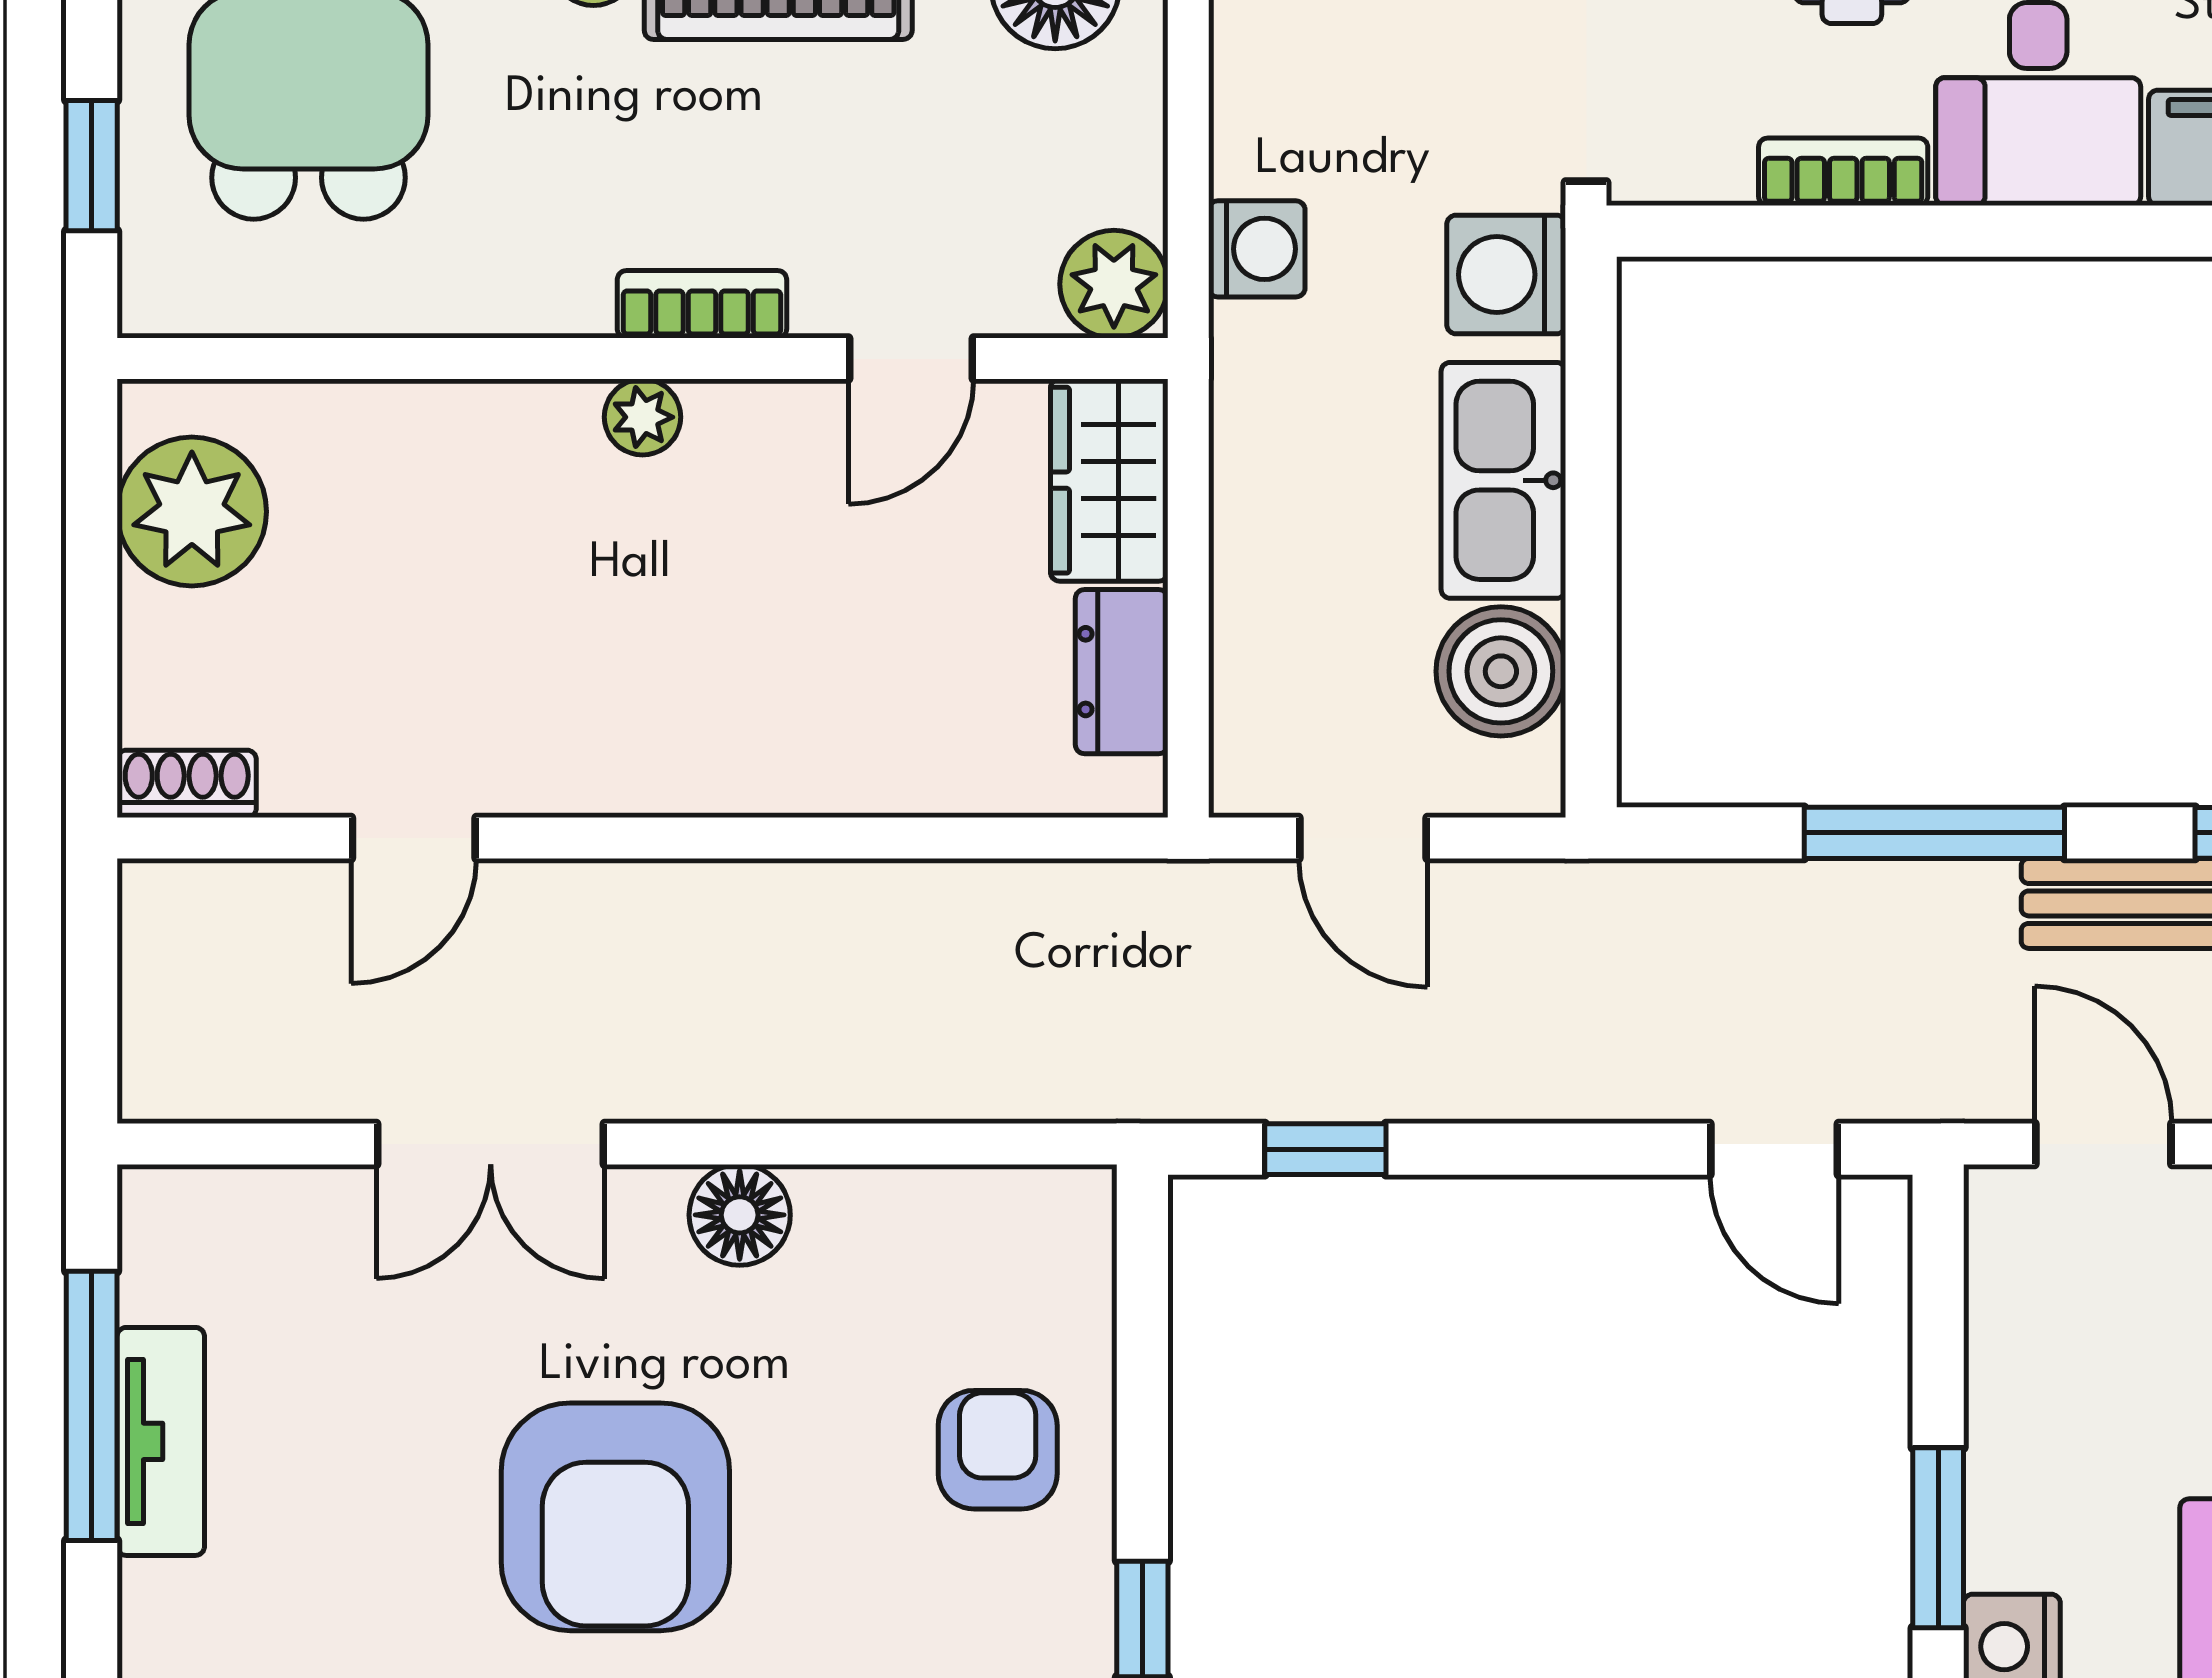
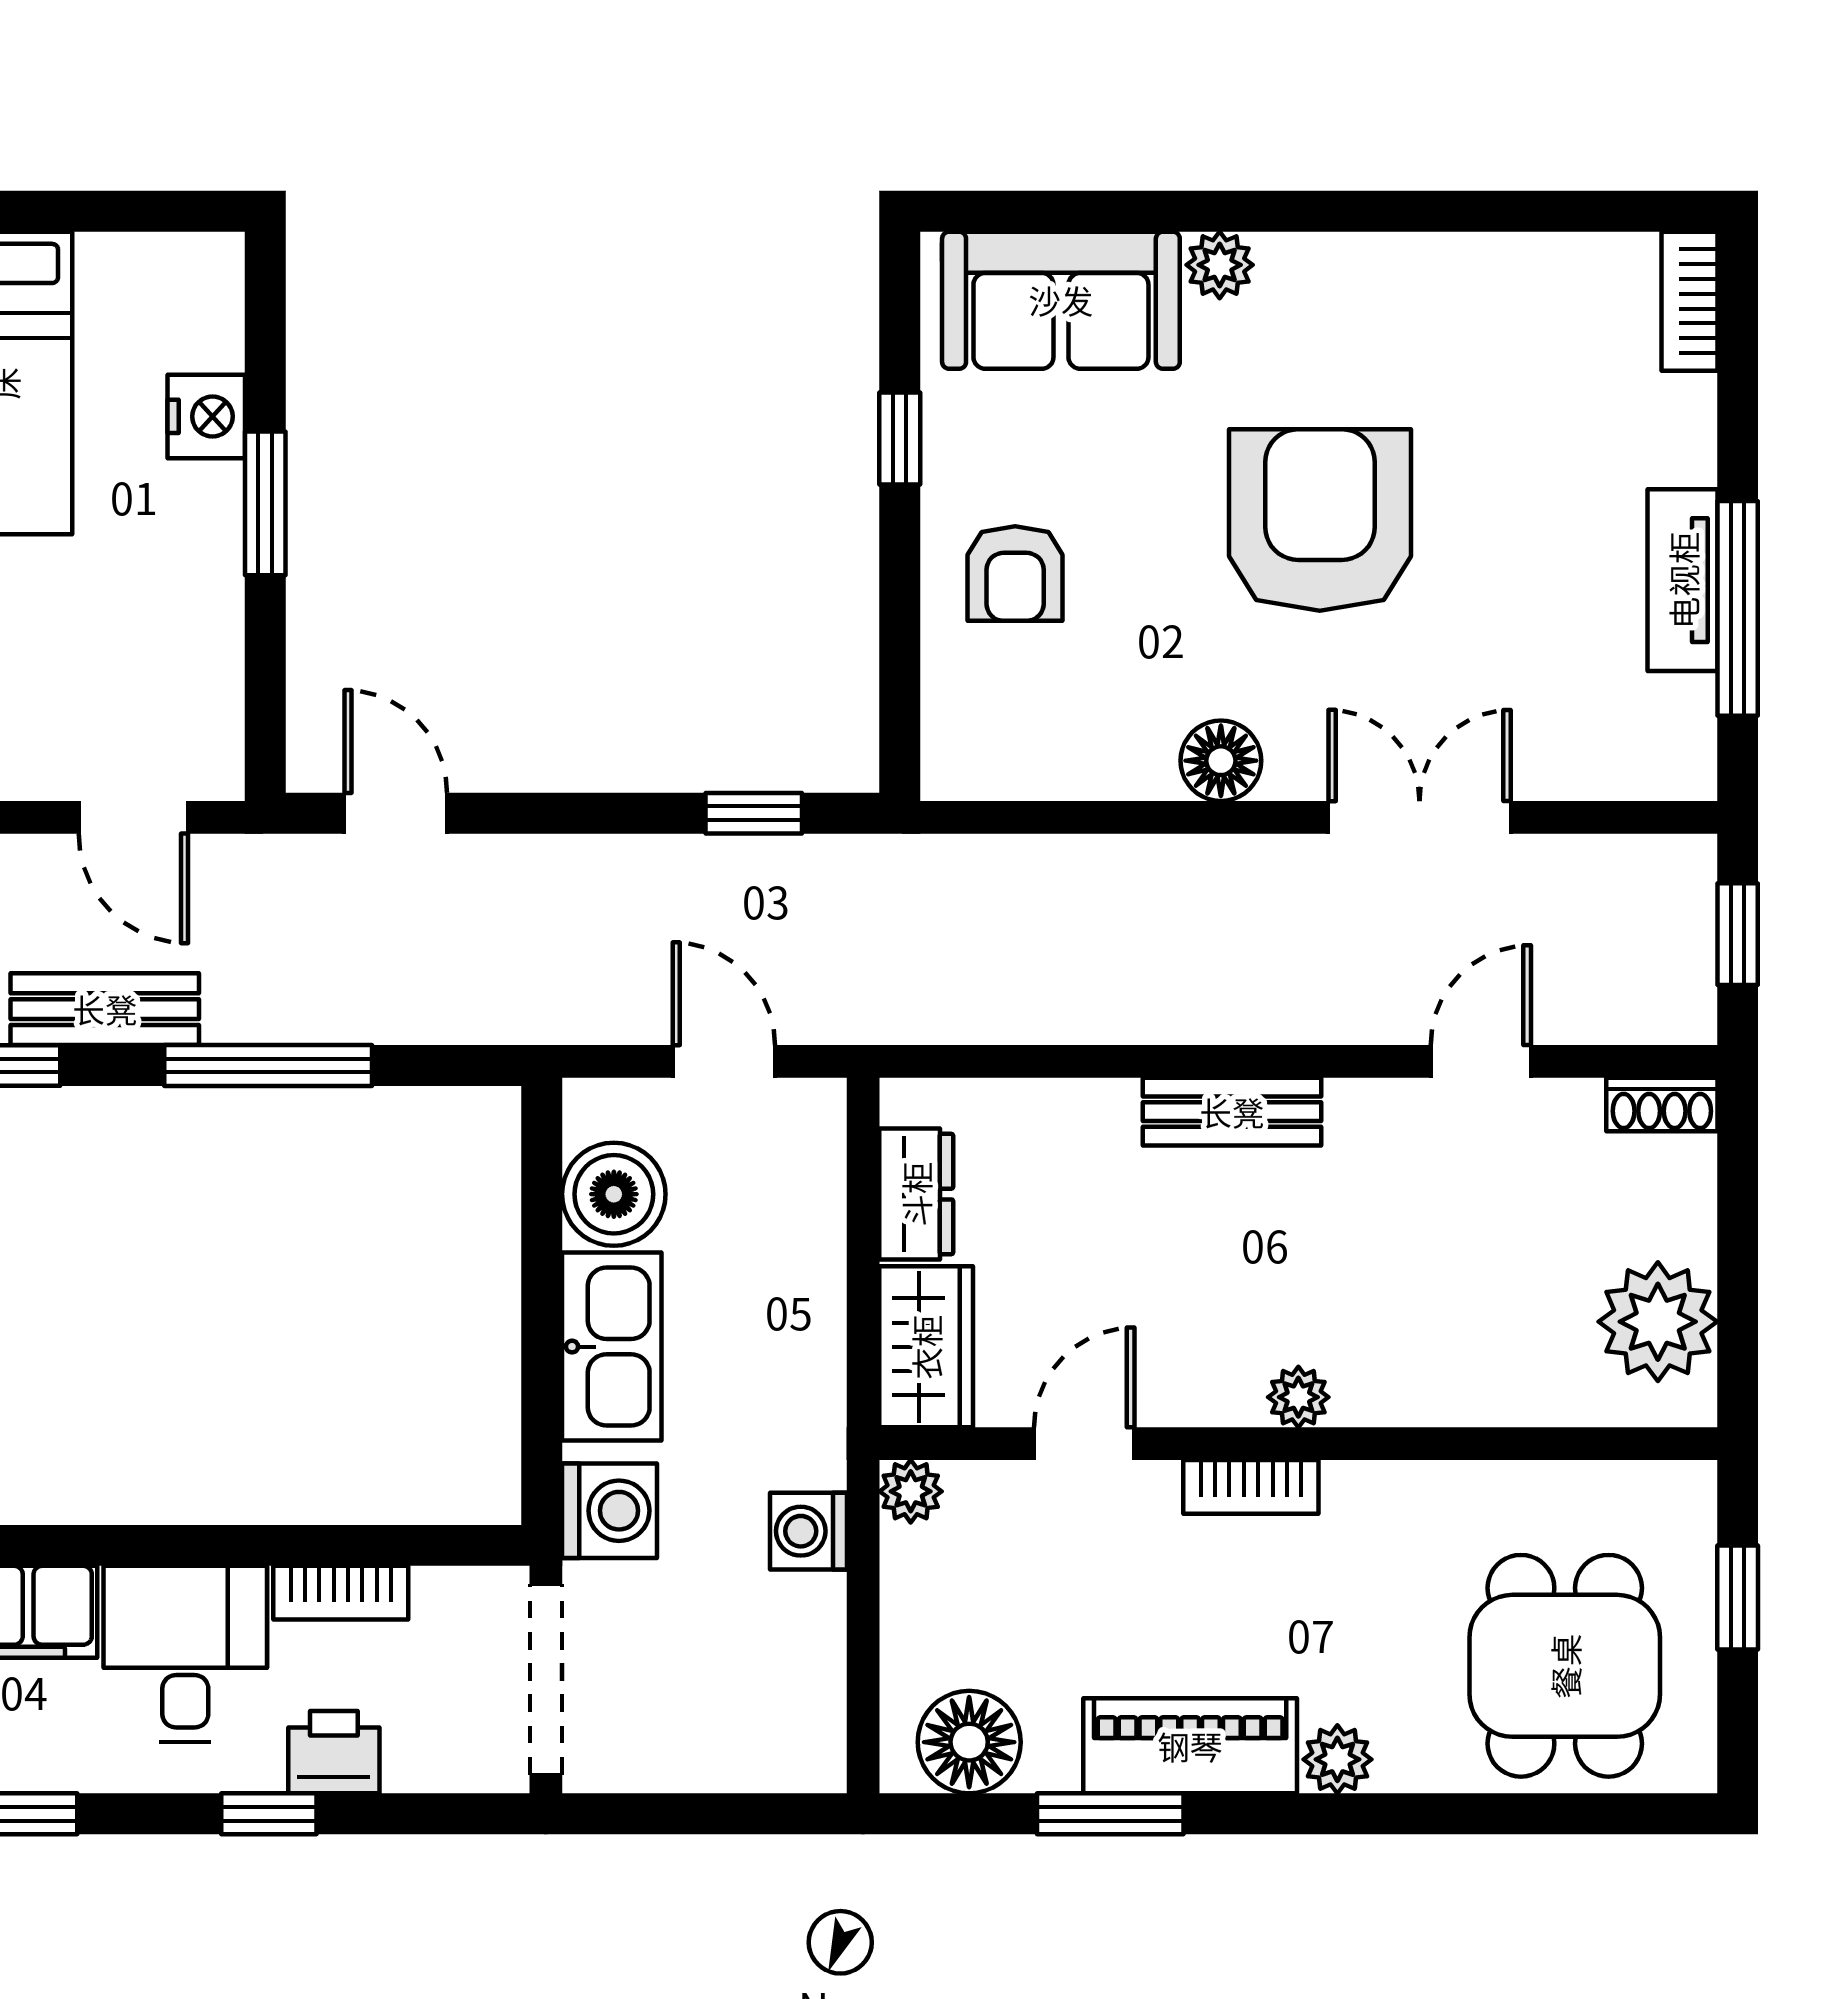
plant: (1114, 284) -> (911, 1491), width x0.73, depth x0.73
bench: (726, 775) -> (1232, 1112), added
window: (92, 997) -> (1738, 934), added

